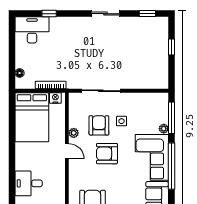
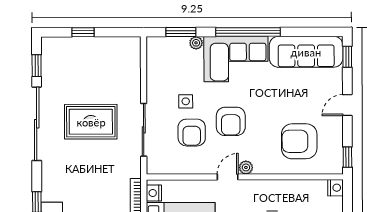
sliding door: (106, 14) -> (37, 124), width x1.86
rug: (107, 53) -> (91, 122), added
window: (172, 118) -> (181, 32), width x0.69
armchair: (99, 125) -> (192, 133), turned -90
plant: (74, 133) -> (246, 167), moved

